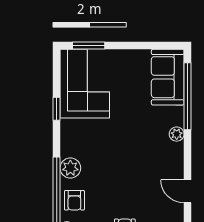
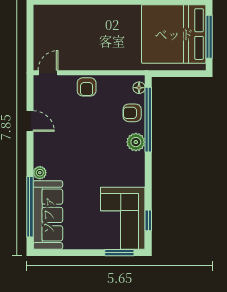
sofa: (168, 77) -> (48, 215), width x1.36
window: (57, 109) -> (148, 220), moved
armchair: (74, 200) -> (132, 113), turned -90

